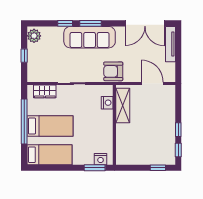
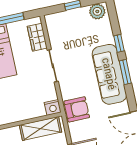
armchair: (113, 71) -> (77, 109), turned 90
nightstand: (107, 103) -> (53, 107), moved

